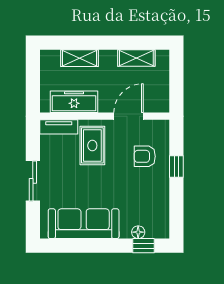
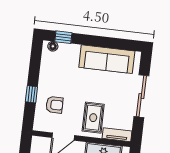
sliding door: (33, 181) -> (141, 96), width x1.37
floor lamp: (138, 232) -> (53, 46), moved

